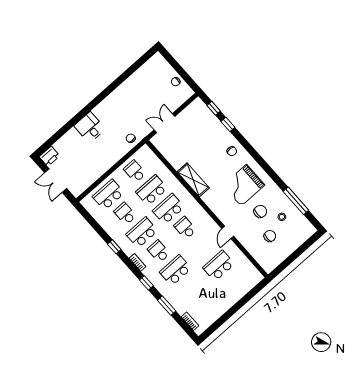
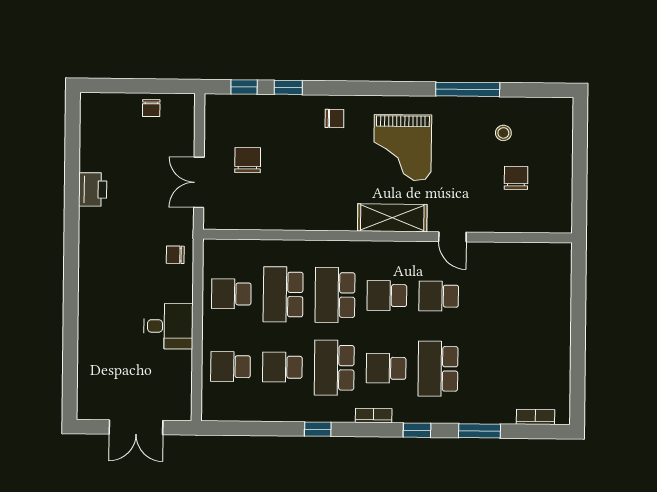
desk: (90, 127) -> (168, 326), moved, turned 180
printer: (49, 156) -> (93, 189), moved
shelving: (193, 180) -> (392, 218), moved
school desk: (108, 195) -> (231, 367), width x0.54
window: (296, 201) -> (468, 89), moved
chair: (260, 211) -> (248, 160), moved
school desk: (219, 266) -> (439, 296), moved, width x0.54

